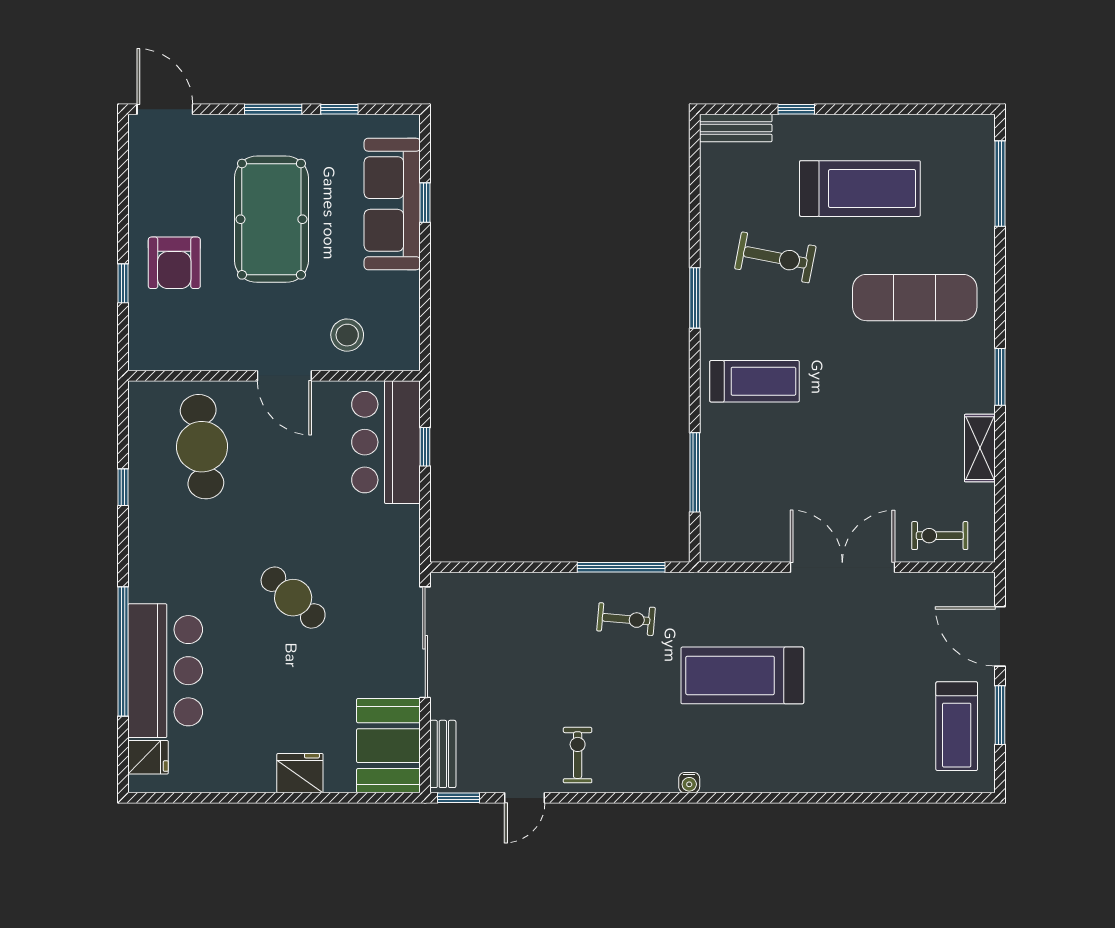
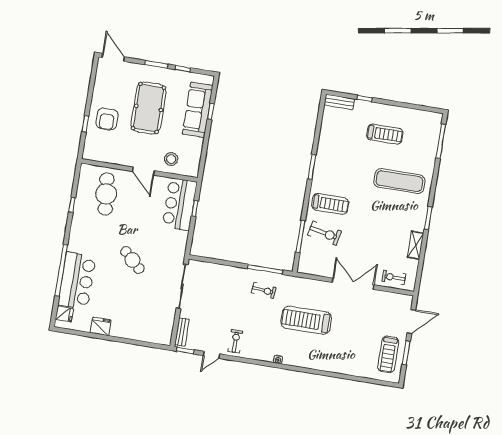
treadmill: (860, 189) -> (385, 134), width x0.73, depth x0.73
exercise bike: (775, 257) -> (324, 233), moved
door: (1000, 636) -> (411, 321), swing flipped
booth: (388, 746) -> (161, 325), removed
fridge: (300, 773) -> (101, 326), moved

